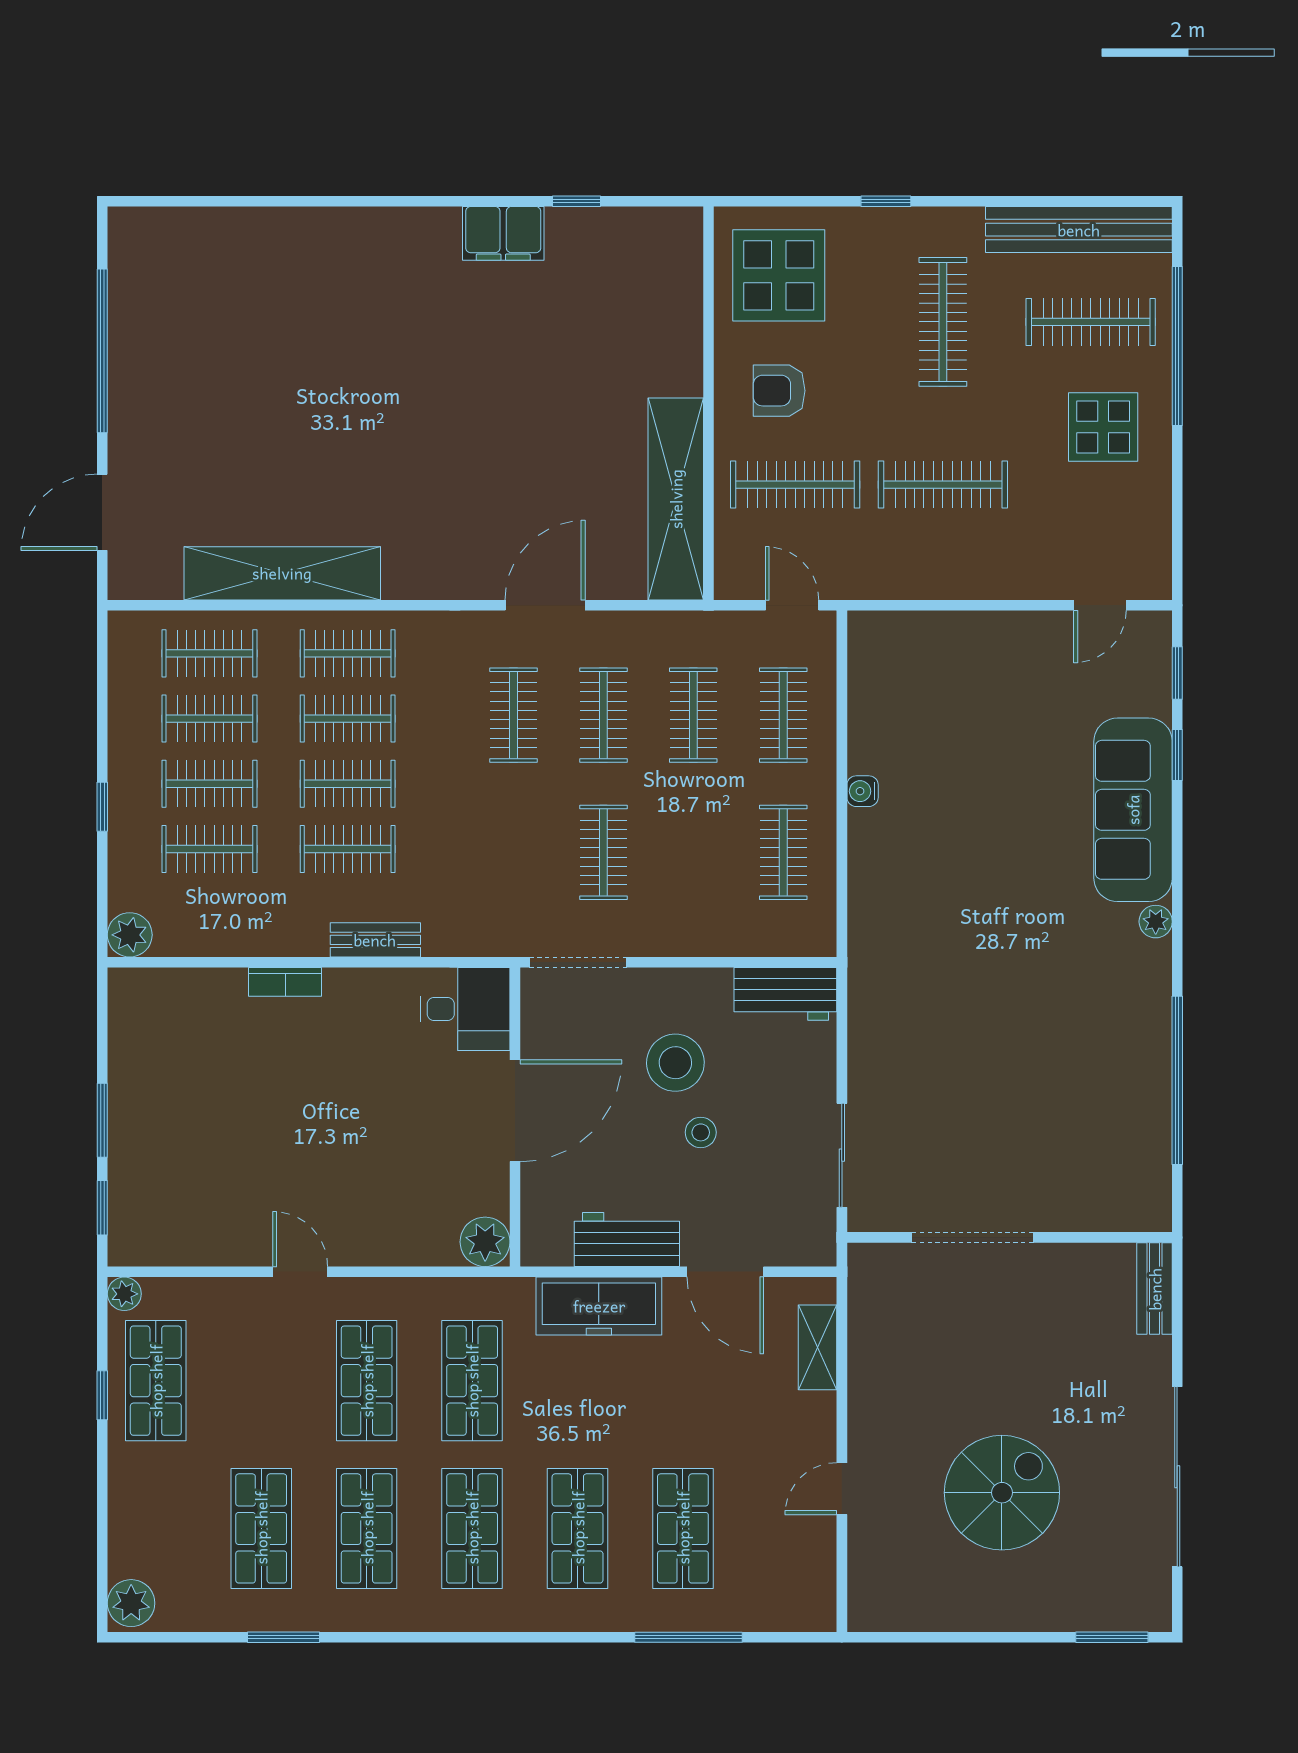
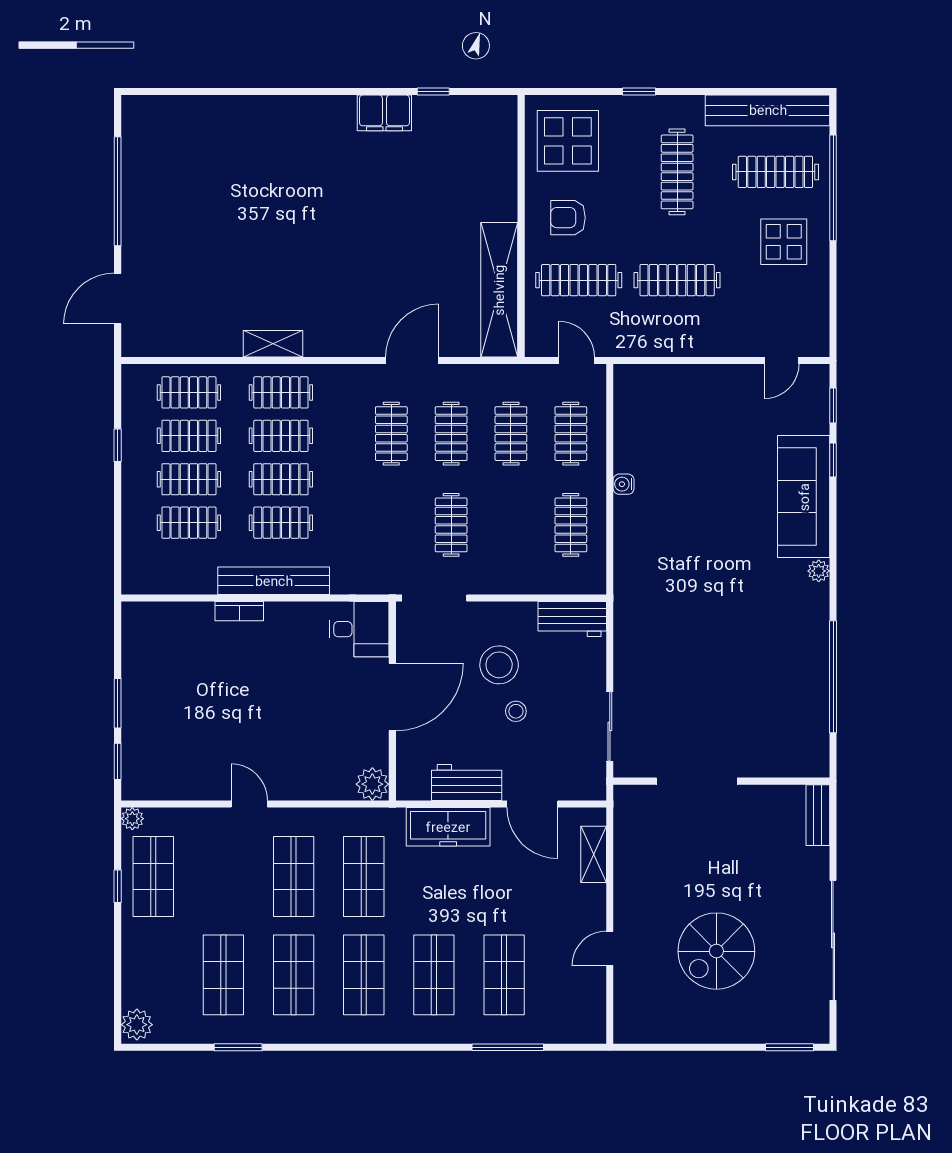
shelving: (282, 573) -> (273, 344), width x0.45, depth x0.75
window: (102, 807) -> (118, 445), moved
plant: (130, 935) -> (136, 580), removed
bench: (375, 940) -> (274, 581), width x1.86, depth x1.21
spiral stairs: (1002, 1493) -> (716, 951), turned 180

